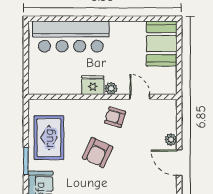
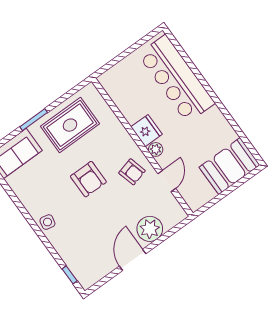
armchair: (115, 117) -> (132, 172), turned 148
plant: (171, 139) -> (150, 229), width x1.87, depth x1.87
armchair: (98, 153) -> (88, 179), turned -115

